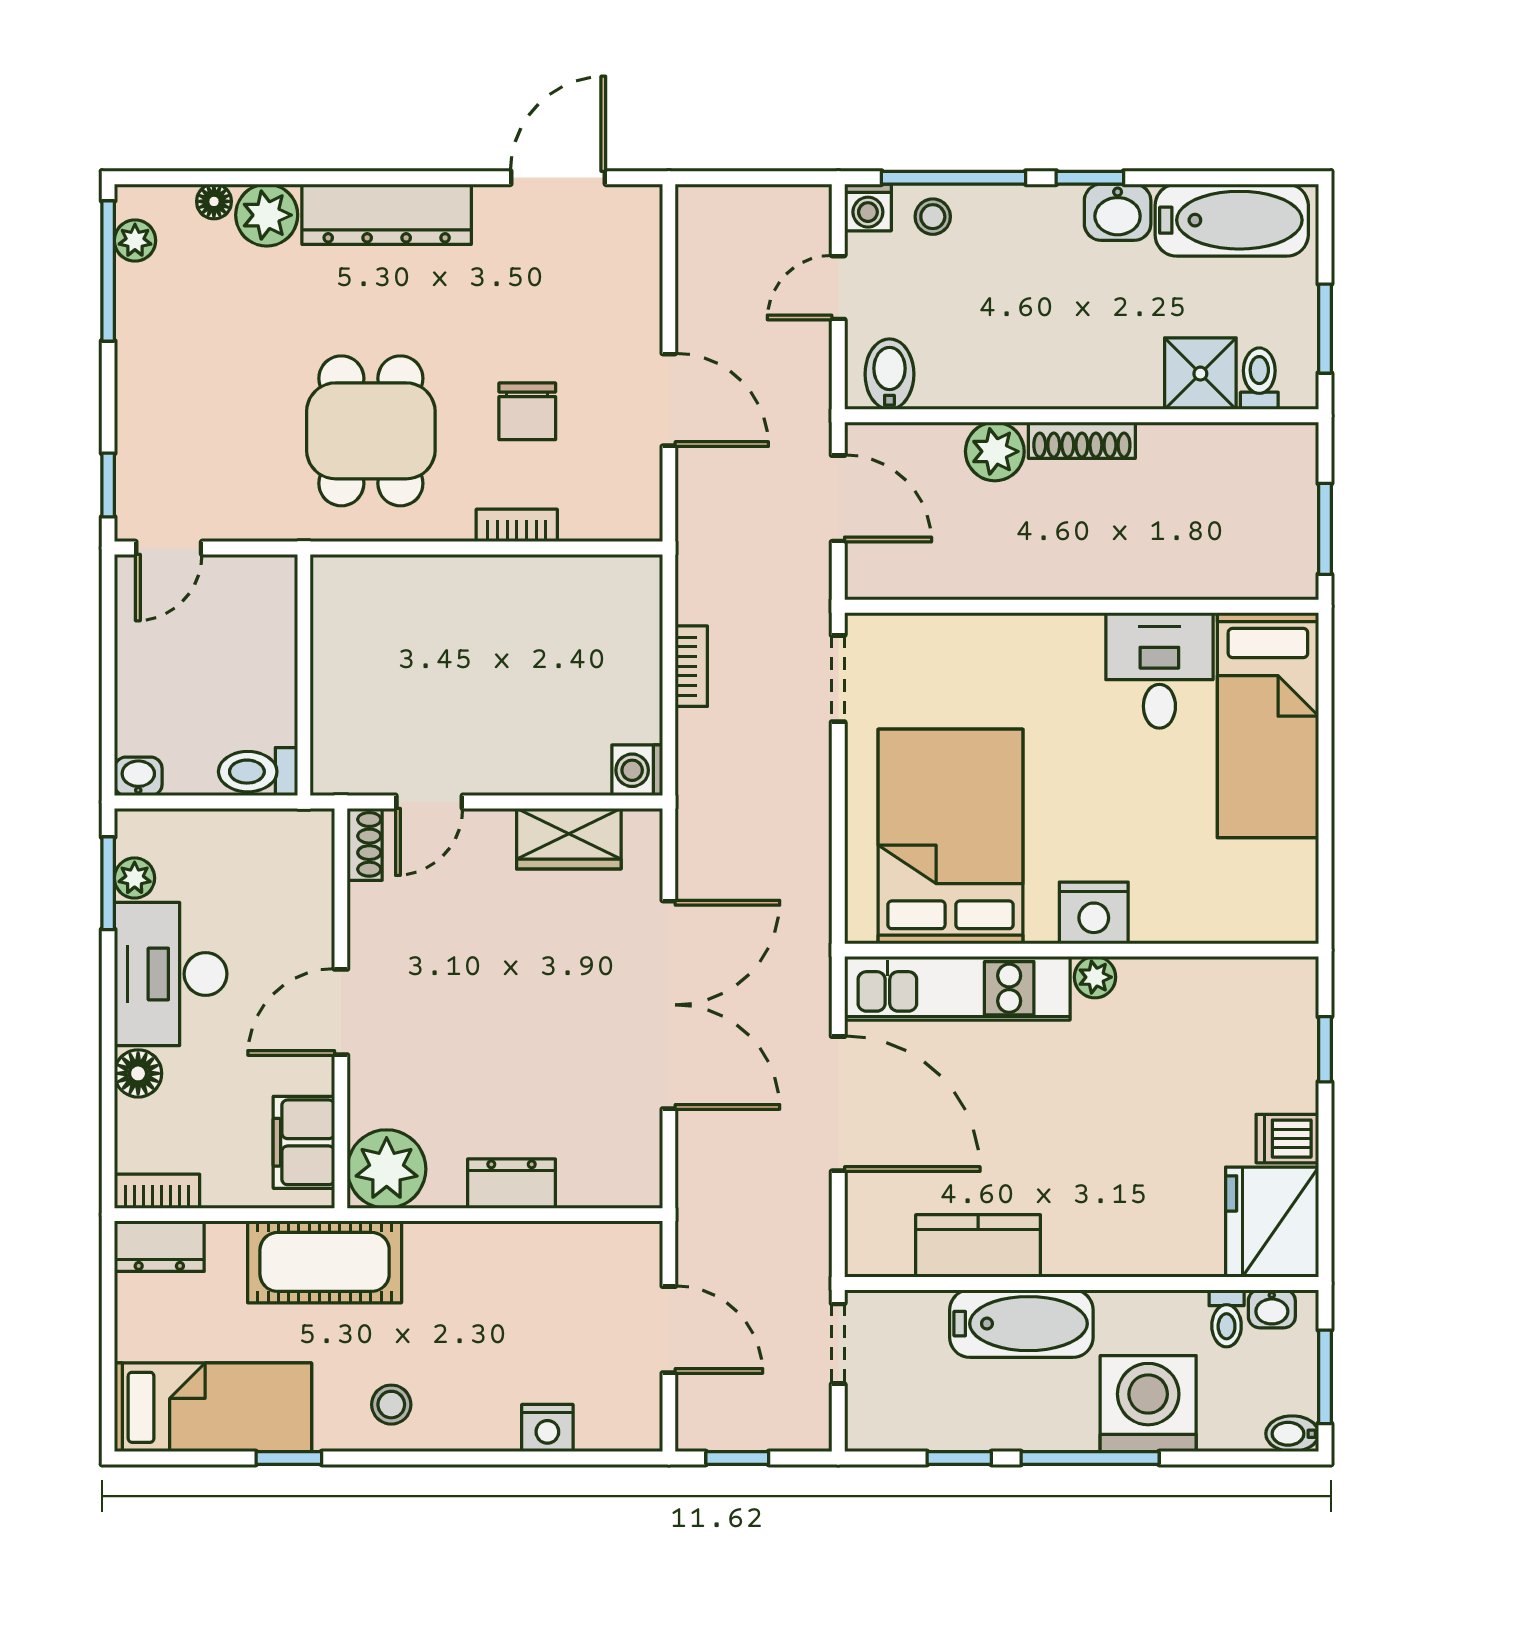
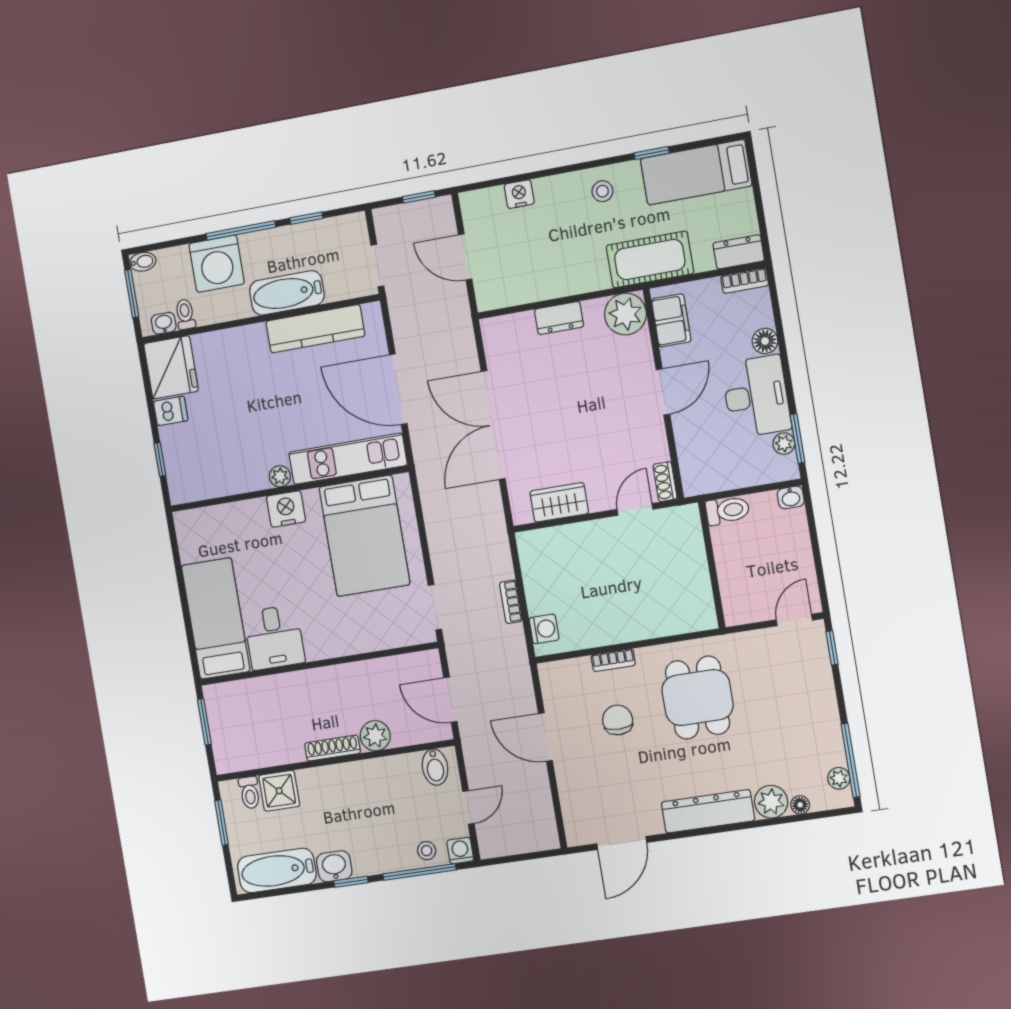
washing machine: (637, 770) -> (544, 629), moved
kitchen counter: (978, 1246) -> (315, 329), width x1.50

